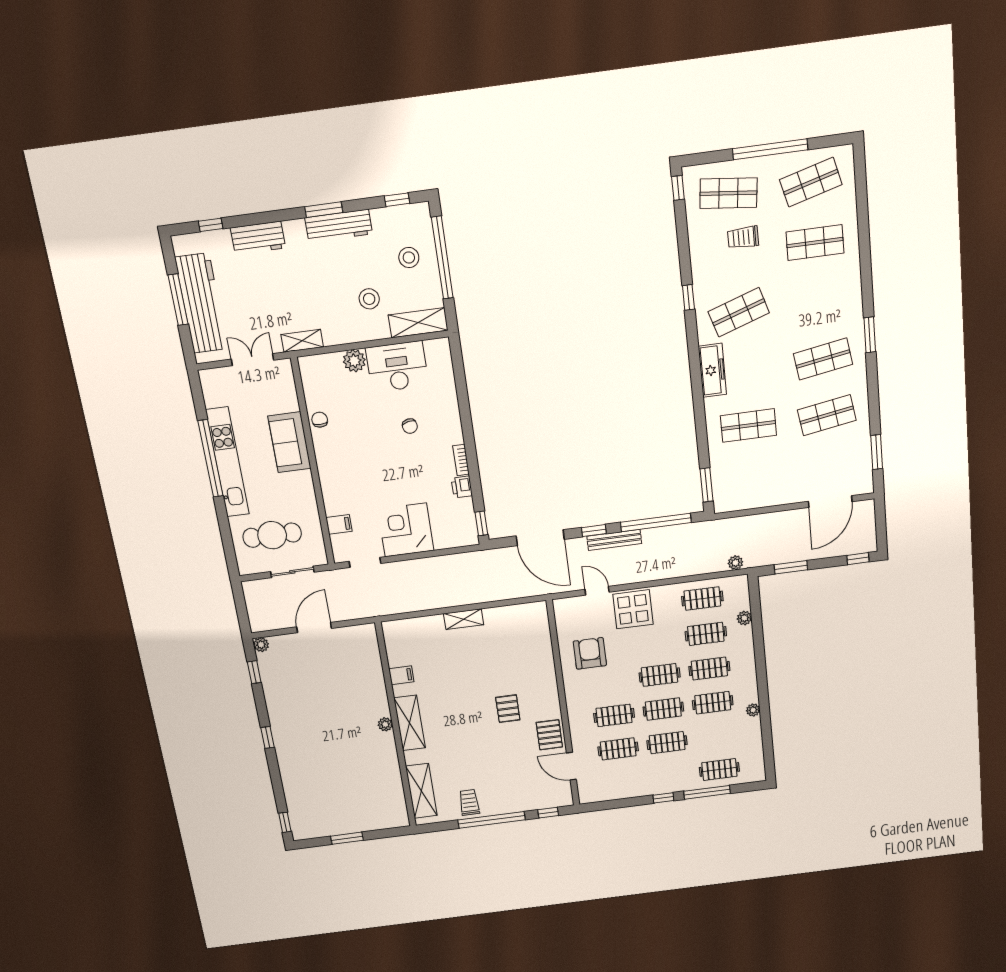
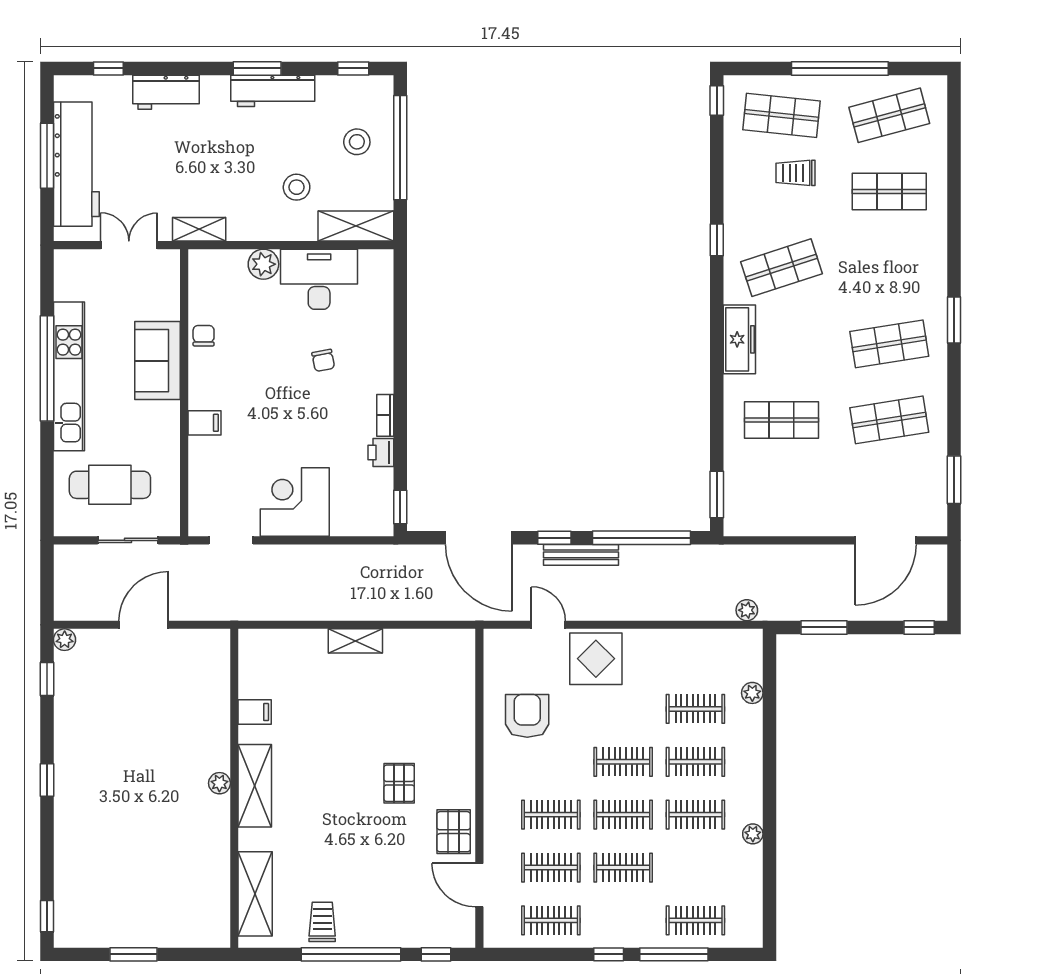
filing cabinet: (339, 524) -> (204, 423), moved
clothes rail: (702, 599) -> (551, 920), moved

